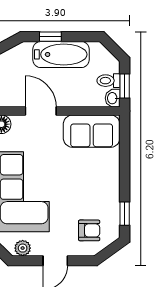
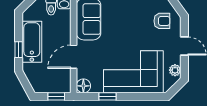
armchair: (89, 230) -> (162, 21), turned 90

